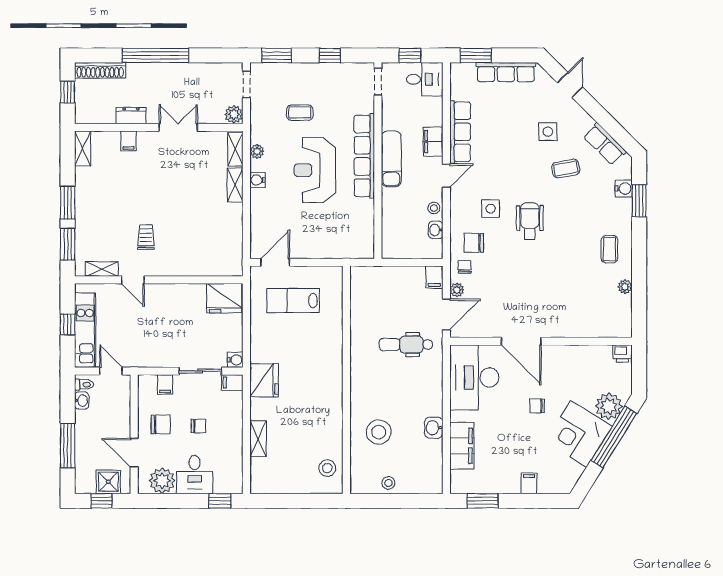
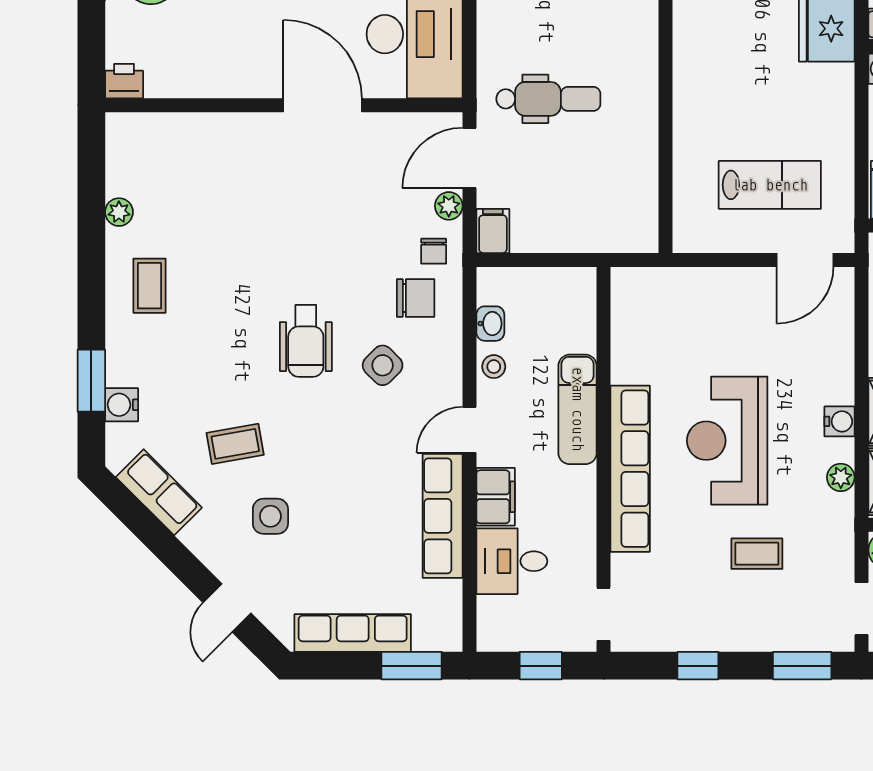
desk: (425, 79) -> (512, 561), moved
exam couch: (391, 159) -> (578, 409), moved
reception desk: (315, 170) -> (727, 441), turned 180
side table: (491, 209) -> (383, 365), turned 45

